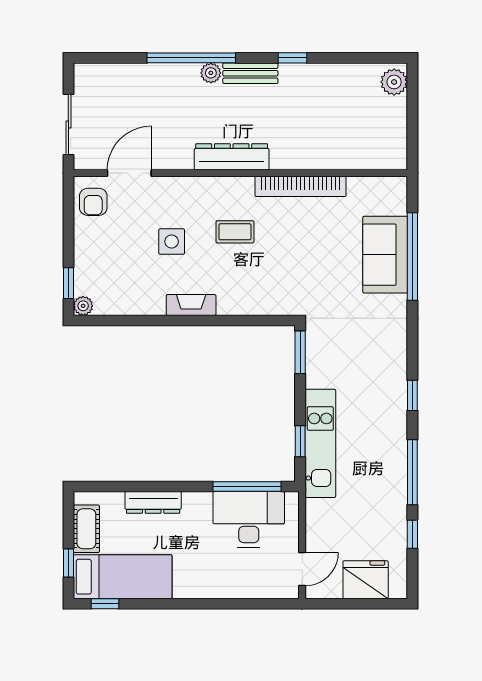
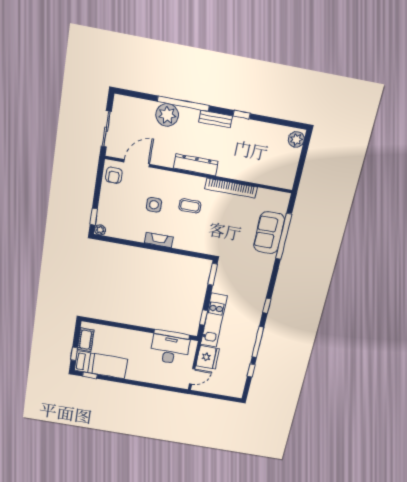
plant: (211, 73) -> (167, 115), moved, width x1.88, depth x1.88
dresser: (153, 502) -> (122, 333), removed
fridge: (366, 580) -> (208, 357), moved, turned 90

